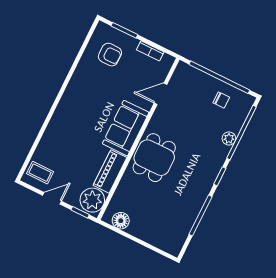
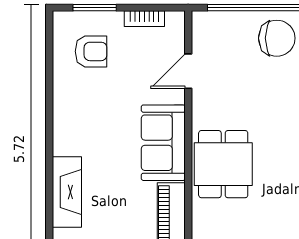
chair: (221, 100) -> (277, 38), width x1.87, depth x1.87
fireplace: (56, 129) -> (67, 192), added

